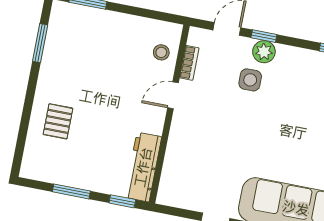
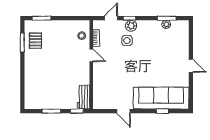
door: (173, 95) -> (91, 55), swing flipped
pallet: (58, 121) -> (36, 41), moved
workbench: (143, 167) -> (84, 97), width x0.73

